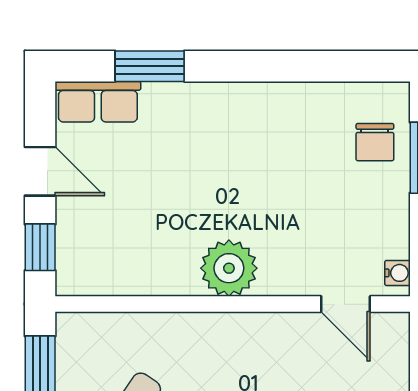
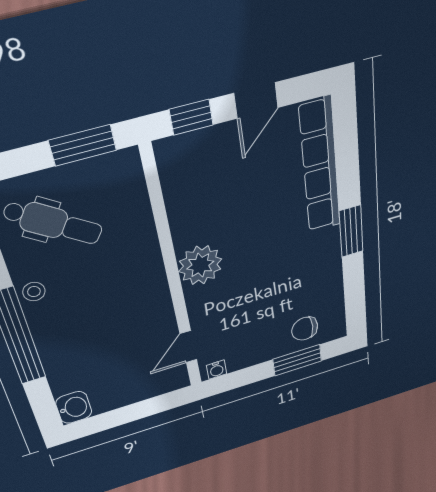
window: (150, 66) -> (351, 231), moved
row of seats: (98, 102) -> (320, 166), width x2.02

